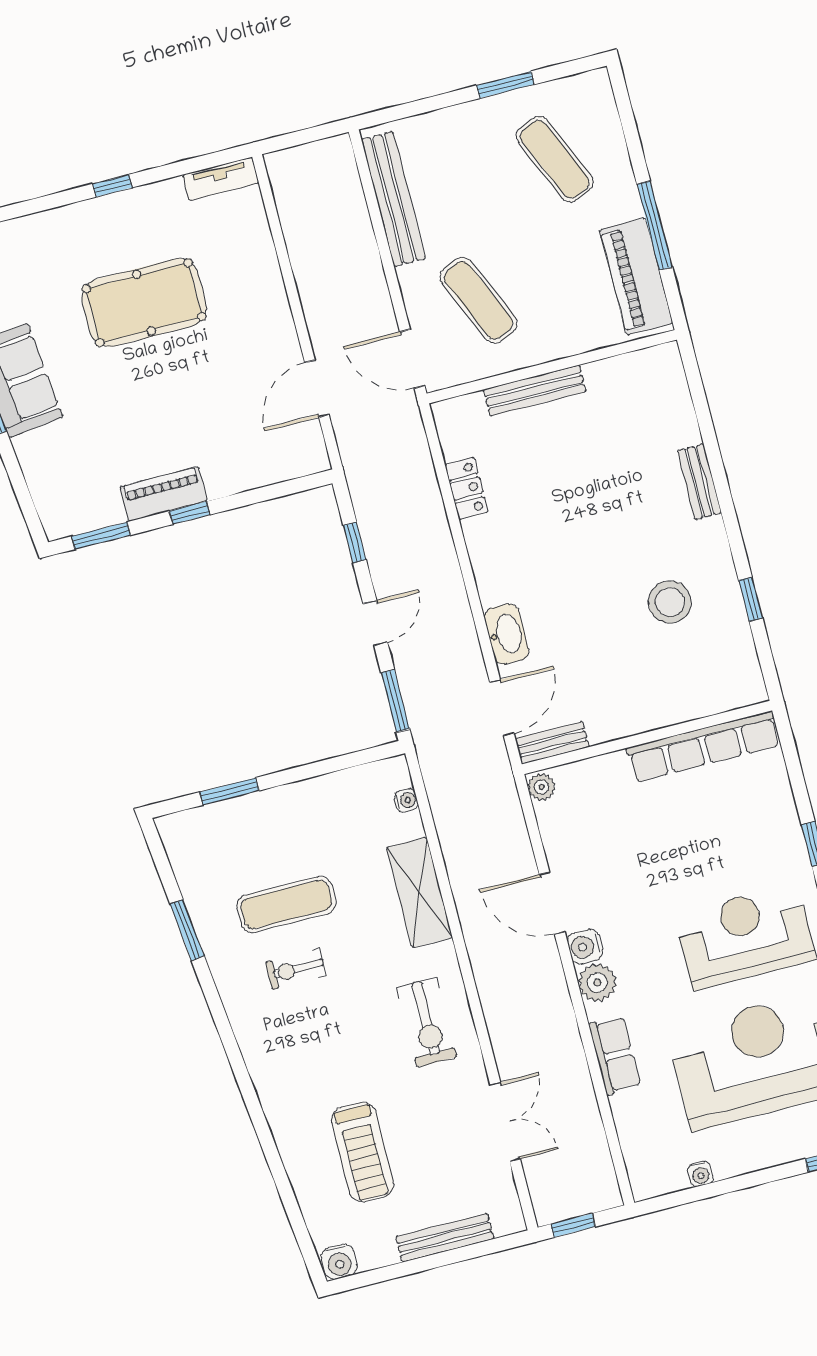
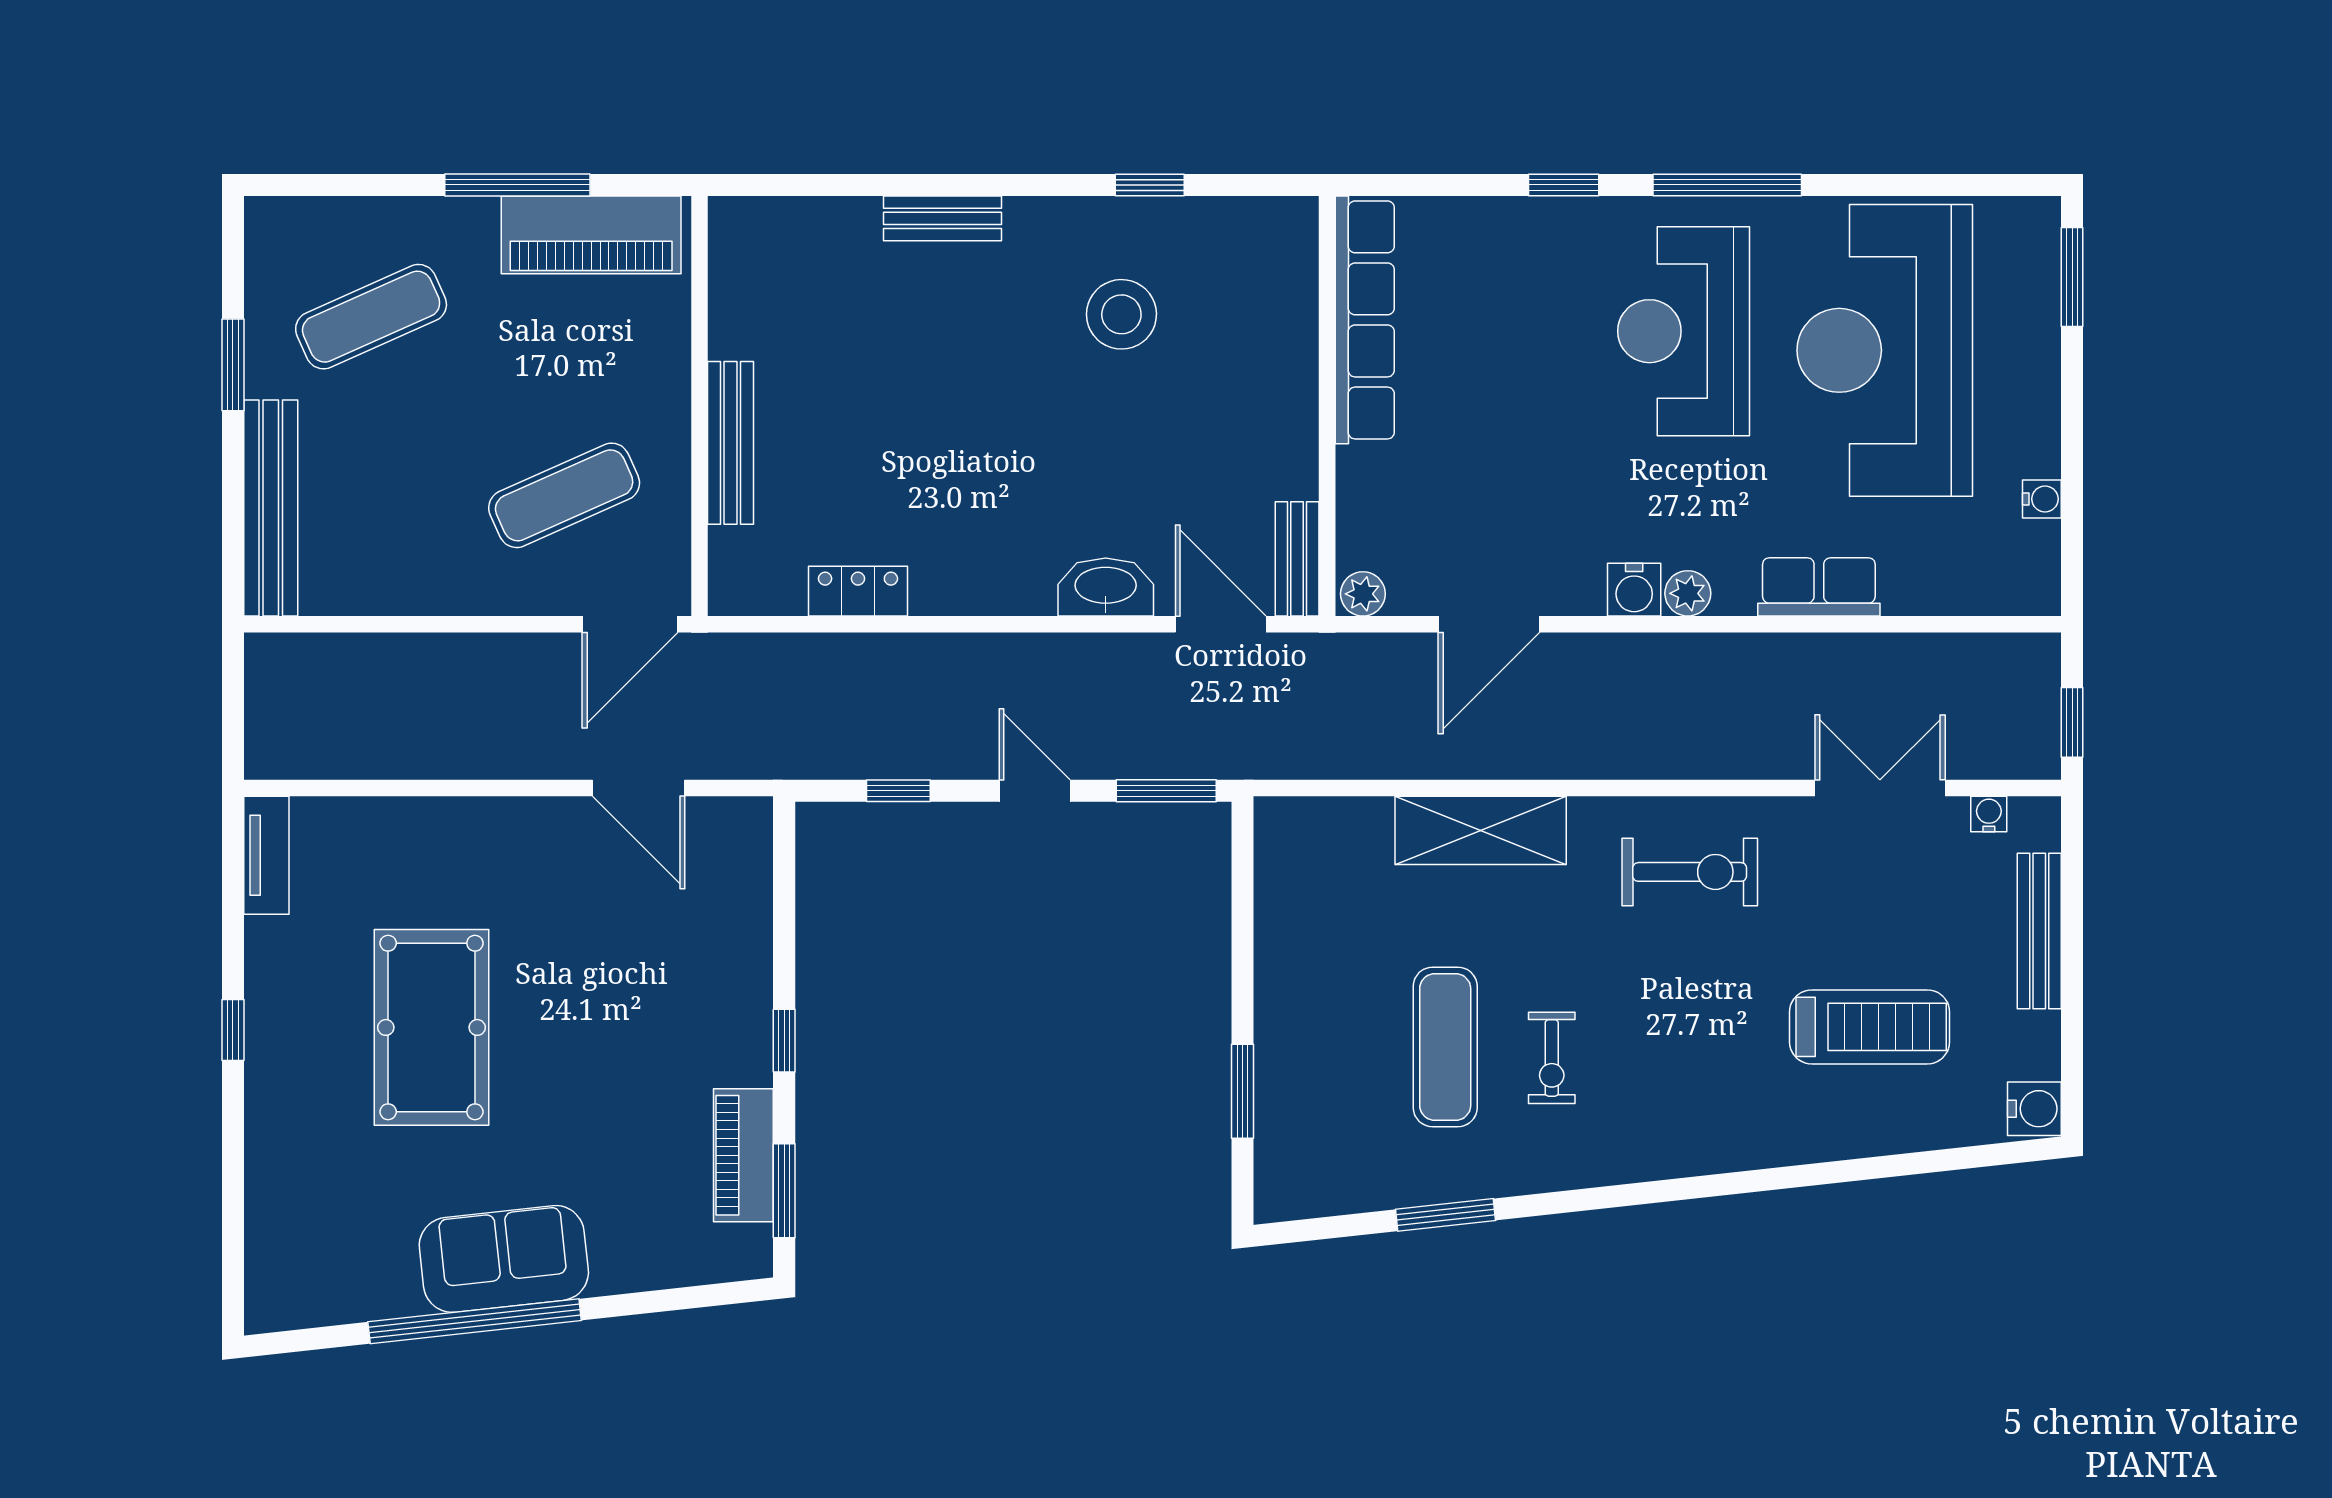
bench: (393, 199) -> (271, 508), moved, turned 90
piano: (164, 494) -> (743, 1155), moved
water cooler: (406, 800) -> (1989, 814), moved
door: (552, 903) -> (1489, 624), moved
plant: (597, 983) -> (1688, 593), width x0.73, depth x0.73

